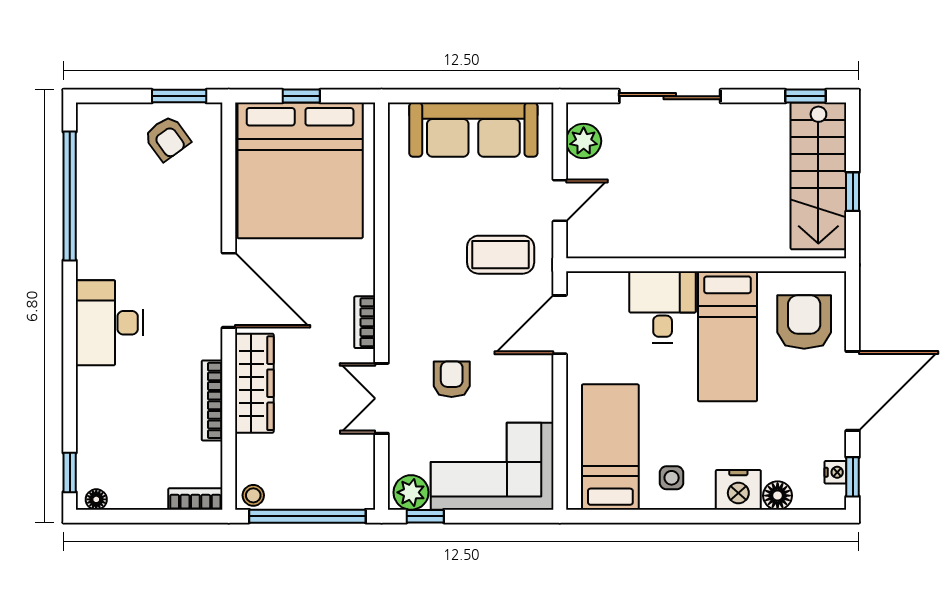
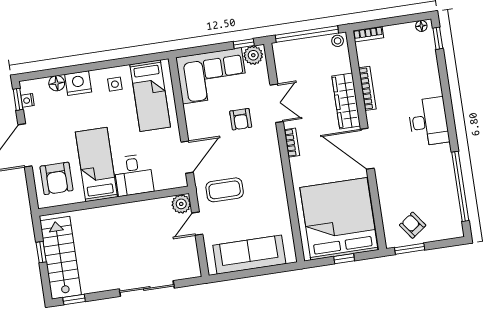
plant: (584, 141) -> (181, 204), moved

